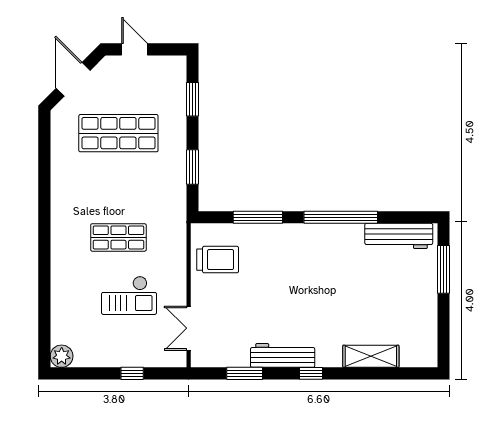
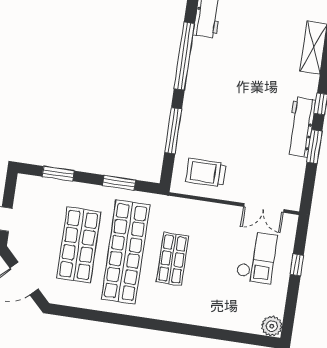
shop shelf: (118, 185) -> (126, 252), added
trolley: (218, 260) -> (206, 173), turned -90
checkout: (129, 295) -> (257, 257), moved
window: (245, 373) -> (314, 147), moved

